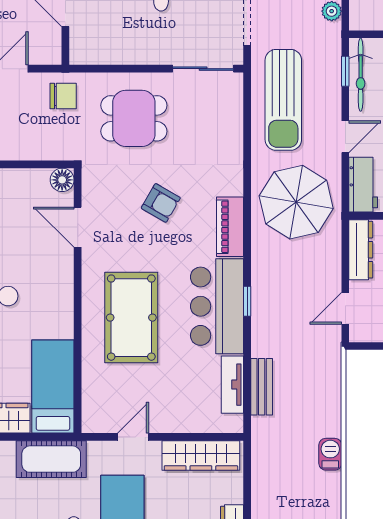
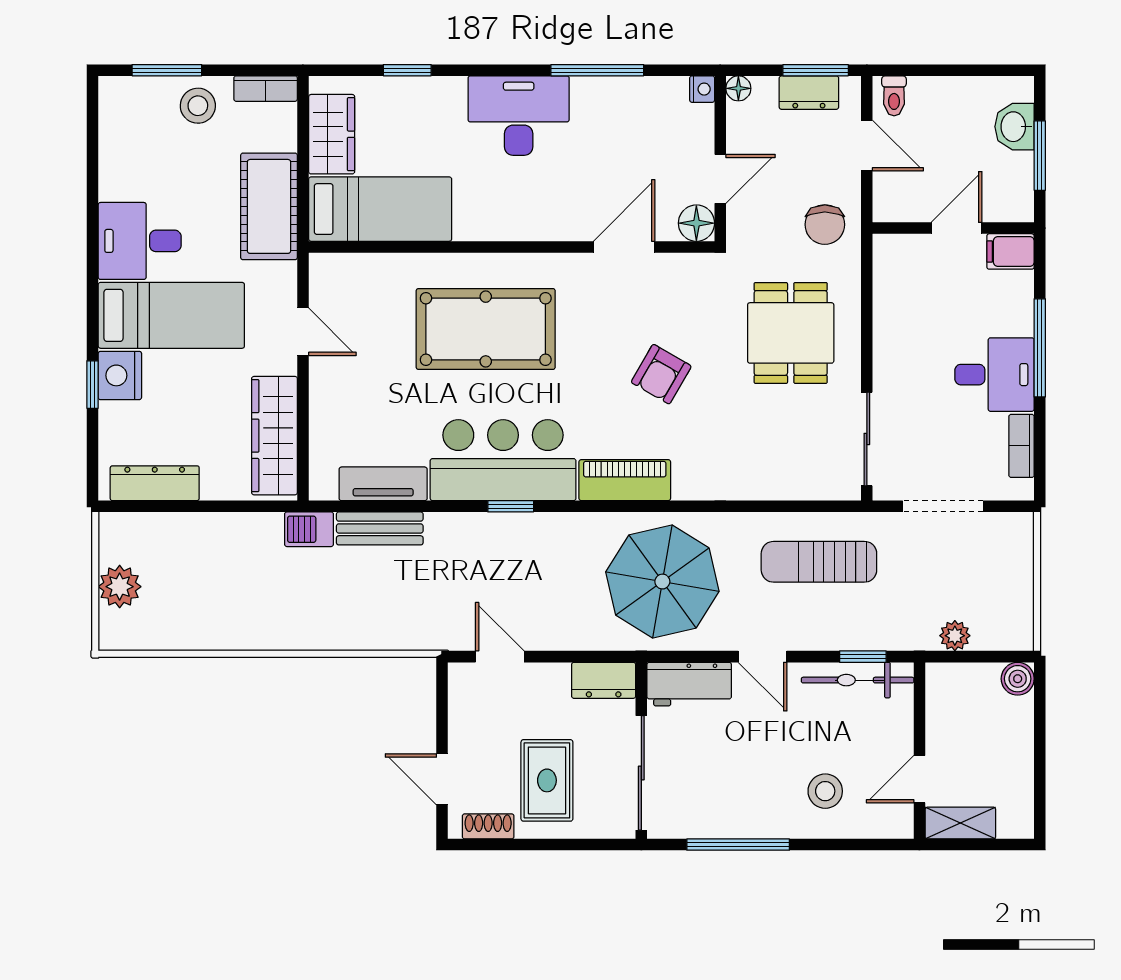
sun lounger: (283, 100) -> (819, 562), width x0.73, depth x0.75
door: (33, 164) -> (720, 179), added
dresser: (361, 250) -> (604, 680), width x0.70
barbecue: (330, 454) -> (309, 529), moved, turned 180

